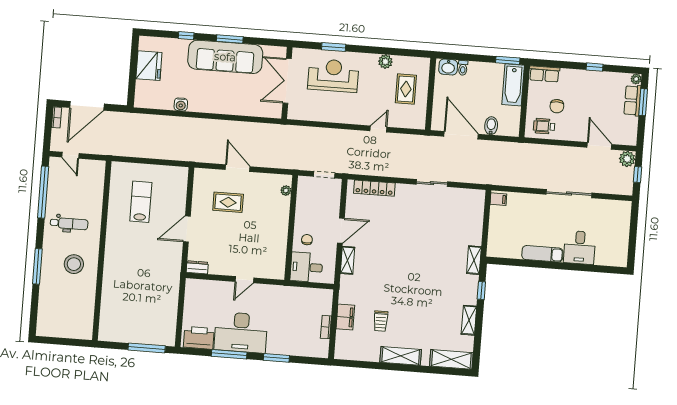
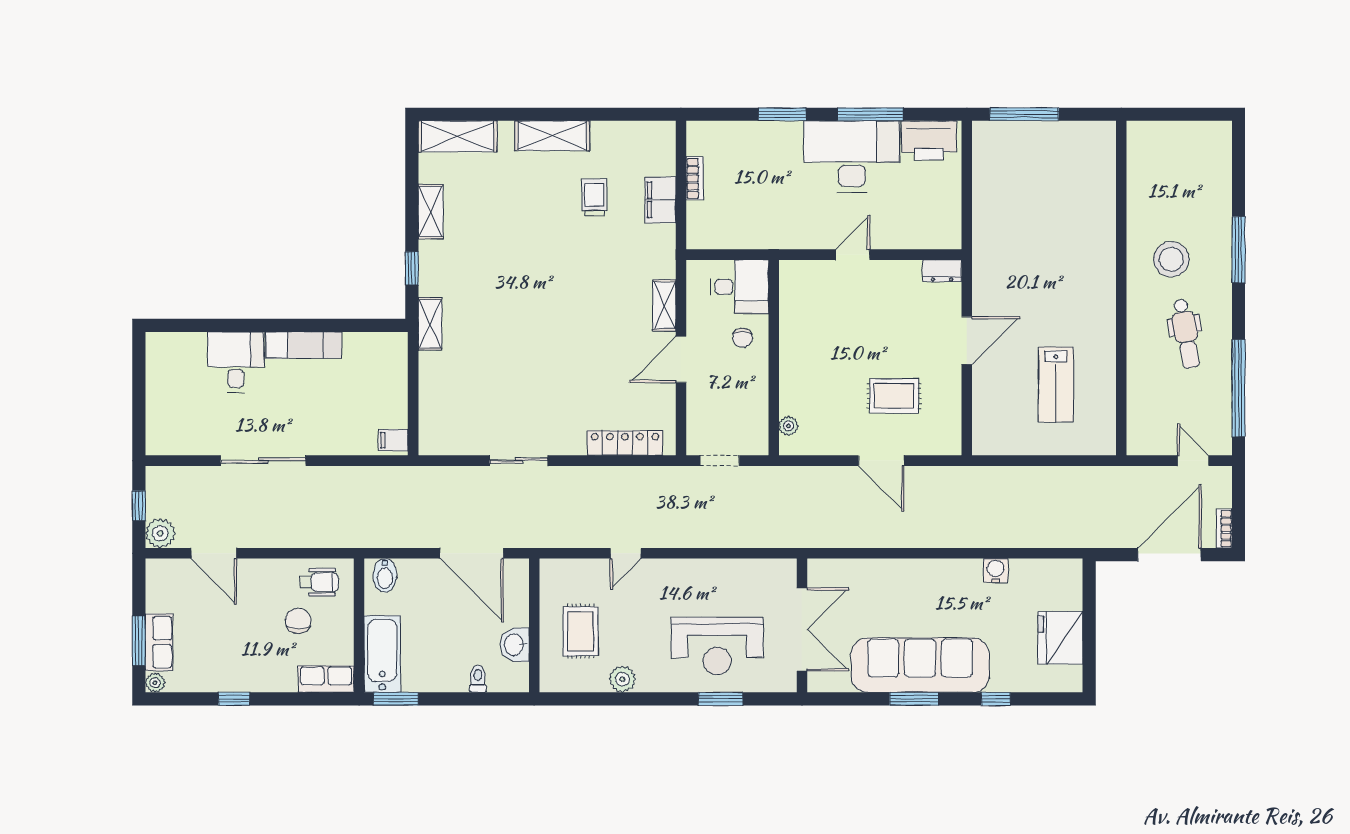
washbasin: (448, 67) -> (515, 645), moved, turned -90
bidet: (491, 126) -> (385, 575), moved
dental chair: (69, 224) -> (1186, 334), turned -100

